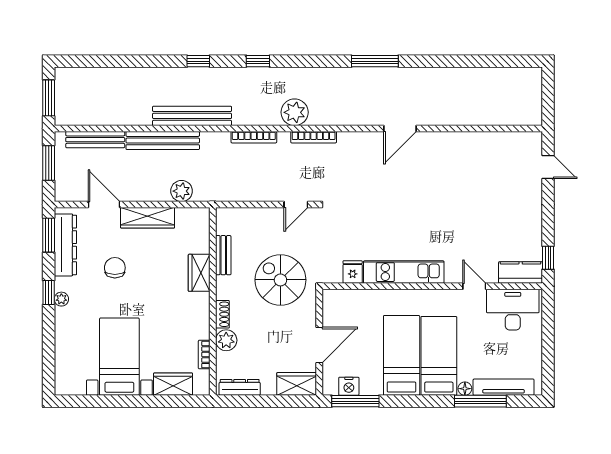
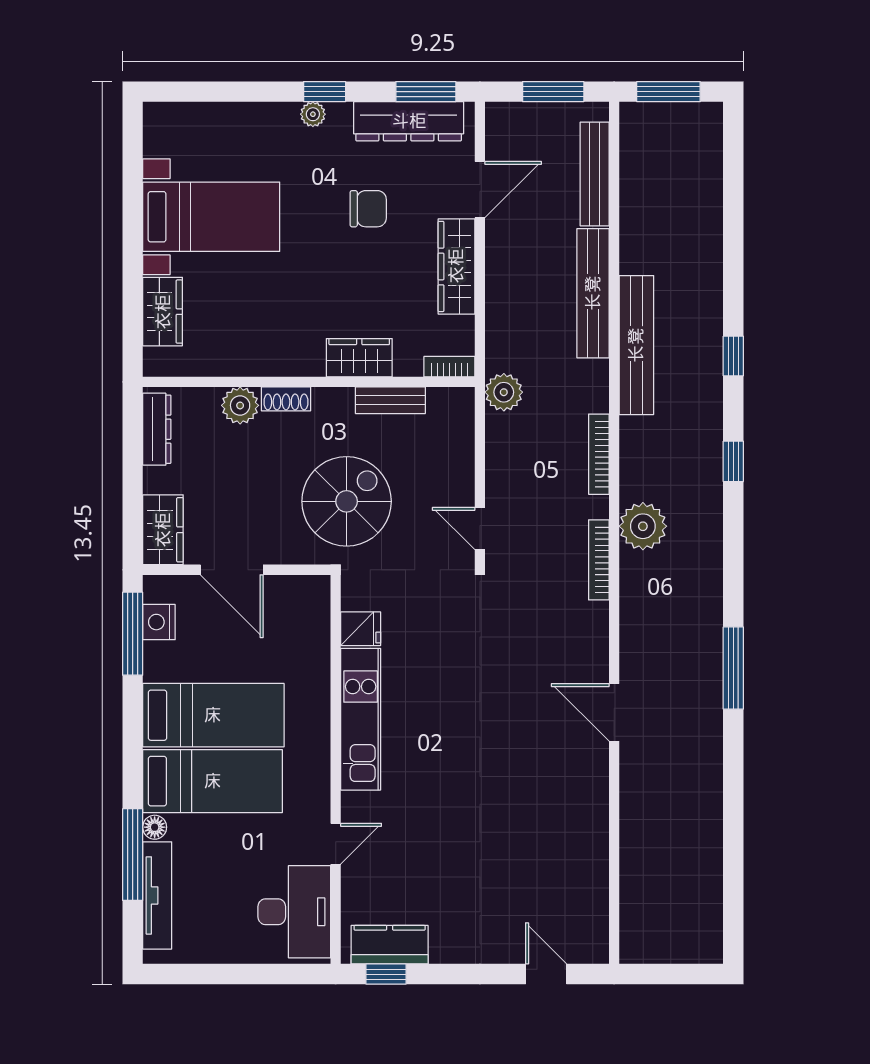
door: (548, 167) -> (546, 974), swing flipped
plant: (182, 191) -> (504, 392), moved
kitchen counter: (521, 272) -> (390, 945), moved, turned -90
bookcase: (204, 355) -> (449, 367), moved

